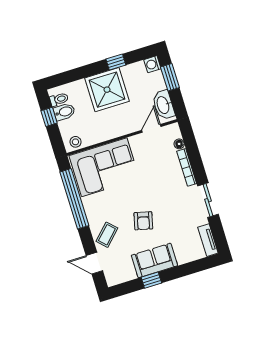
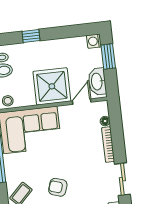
window: (116, 62) -> (31, 36), moved
shower: (107, 90) -> (52, 86), moved
armchair: (143, 221) -> (58, 187), turned 94

